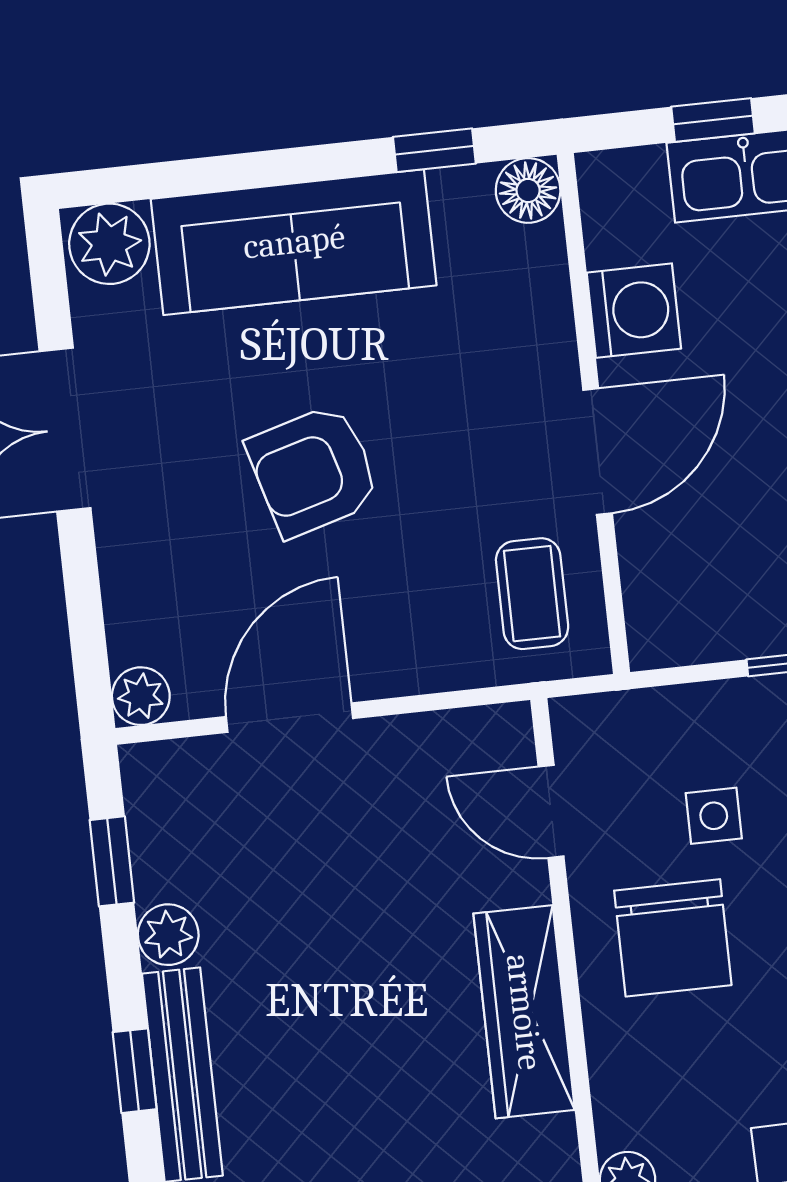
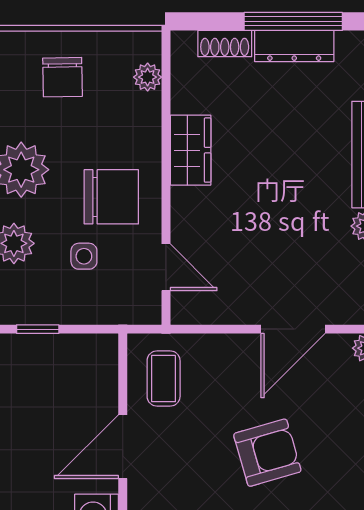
chair: (673, 938) -> (111, 197), turned 90
wardrobe: (524, 1012) -> (191, 150), width x0.67

